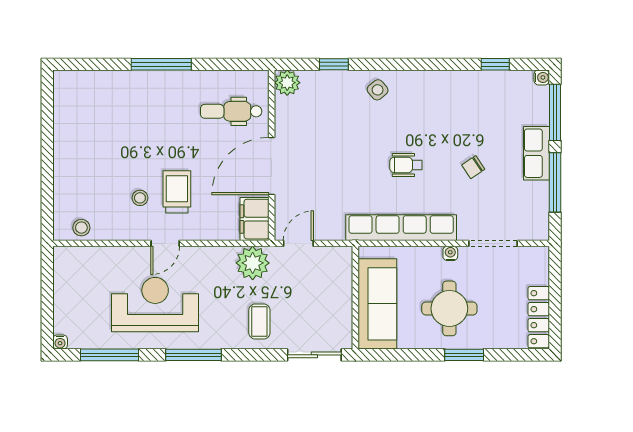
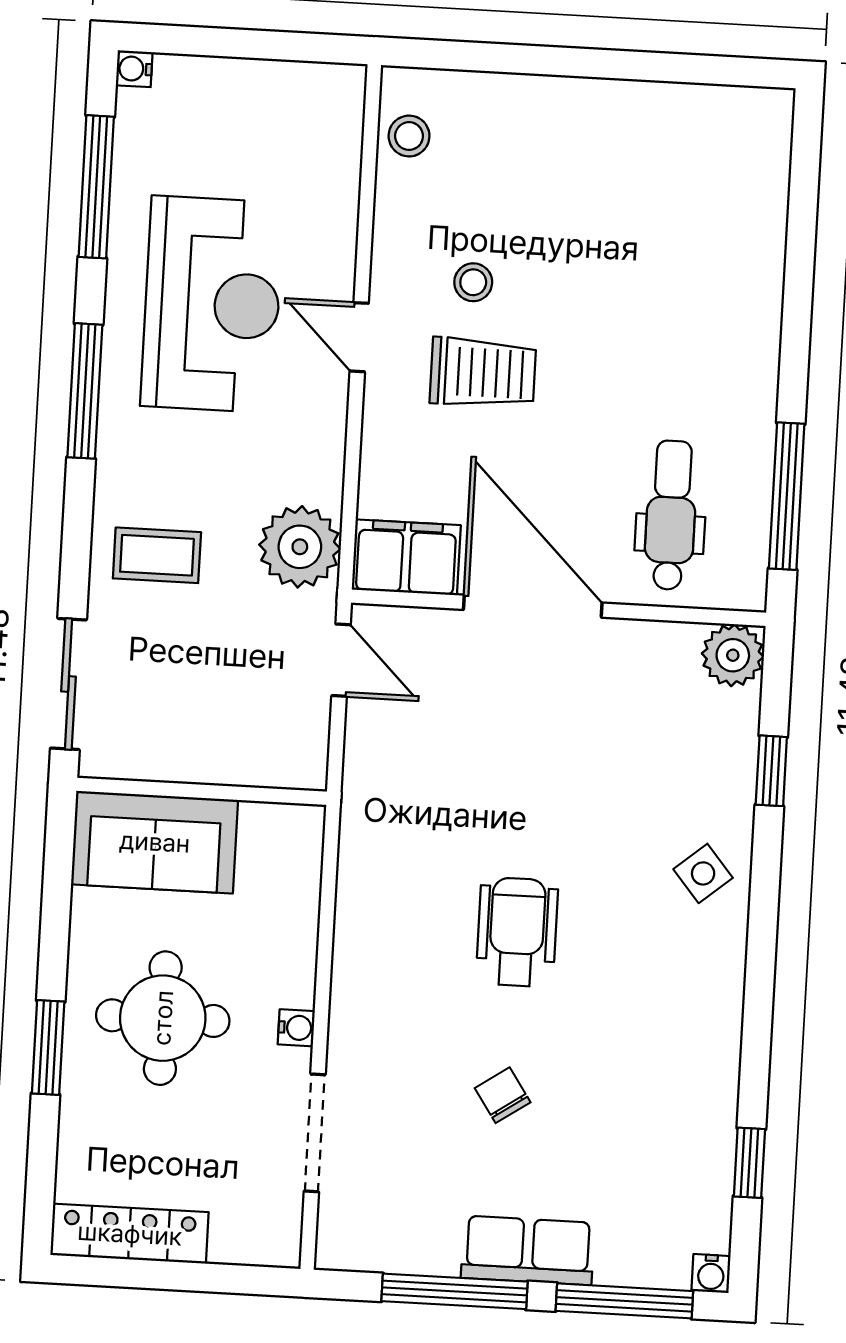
window: (161, 64) -> (787, 496), moved
wheelchair: (406, 165) -> (517, 932), width x1.36, depth x1.37
row of seats: (401, 228) -> (365, 912), removed
sofa: (377, 304) -> (155, 842), width x0.73

